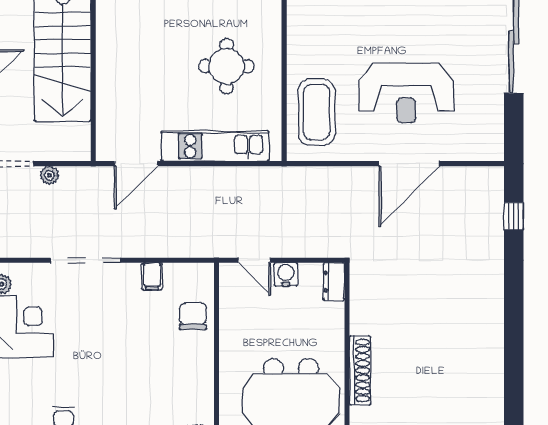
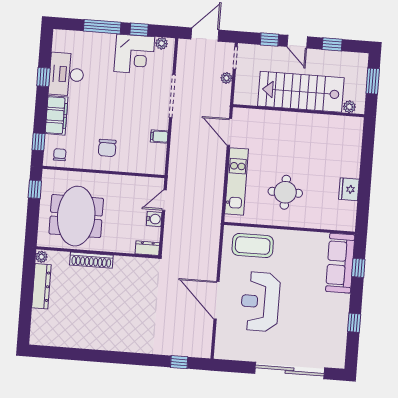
chair: (193, 316) -> (107, 148), moved, turned 90

